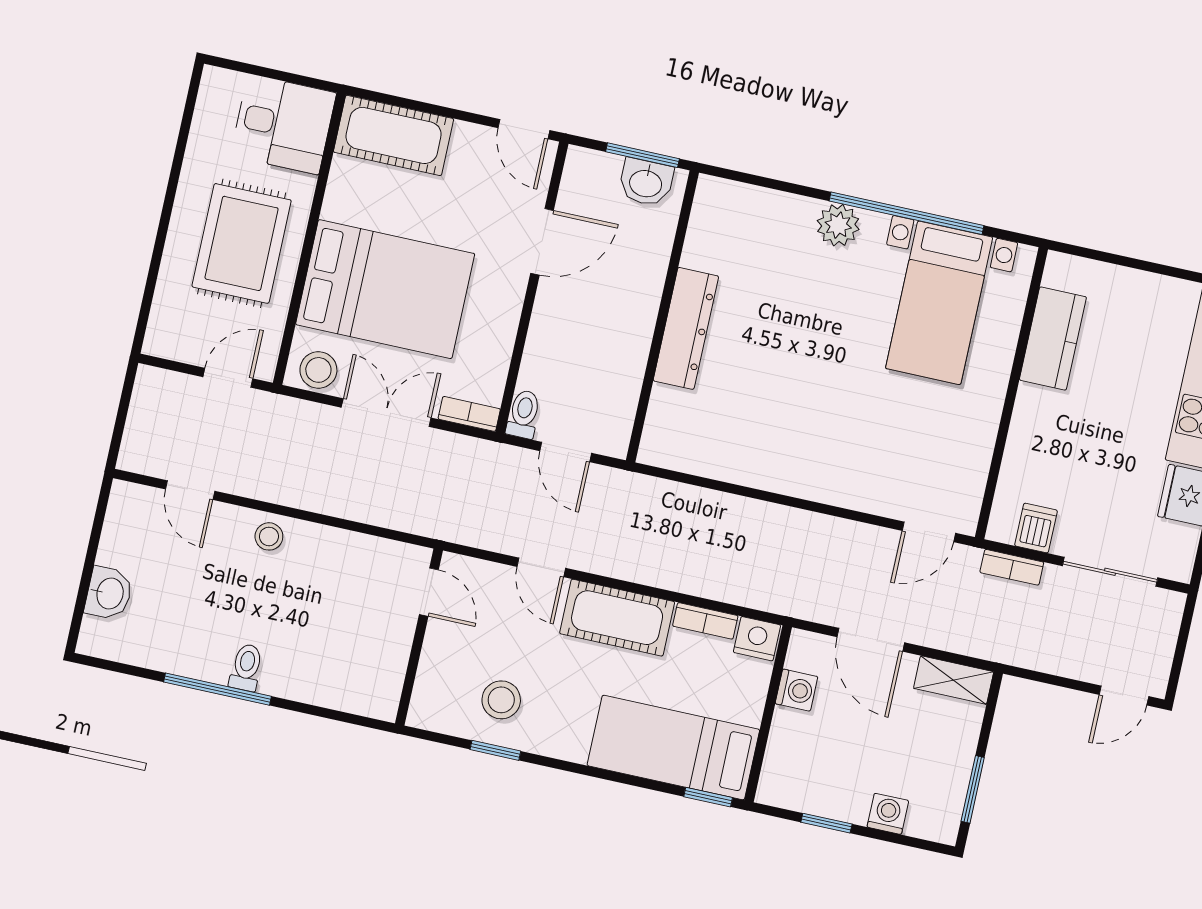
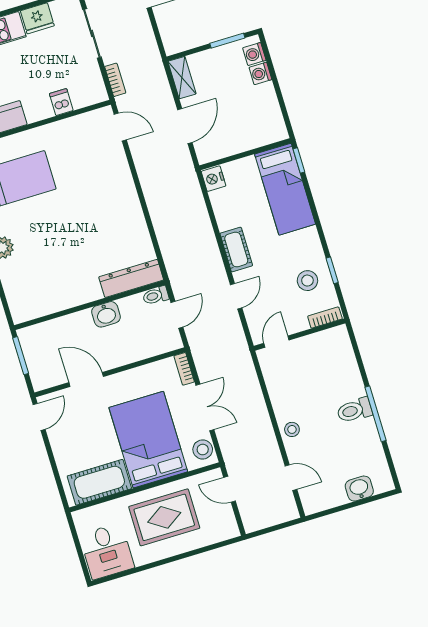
desk: (283, 124) -> (107, 551), moved, turned 180
cot: (394, 135) -> (99, 482), moved, turned 90
washbasin: (646, 182) -> (106, 314), moved, turned 90
dresser: (686, 328) -> (131, 278), moved
double door: (386, 413) -> (205, 407), swing flipped
toilet: (524, 414) -> (156, 296), moved
door: (190, 490) -> (291, 478), hinge flipped
dishwasher: (1036, 528) -> (61, 102), moved, turned 90
cot: (617, 618) -> (236, 250), width x0.73, depth x0.75
bookcase: (705, 621) -> (325, 318), moved, turned -90
toilet: (246, 667) -> (354, 410), width x1.37, depth x1.39
washing machine: (796, 690) -> (254, 54), moved, turned -90
window: (826, 823) -> (280, 99), removed

